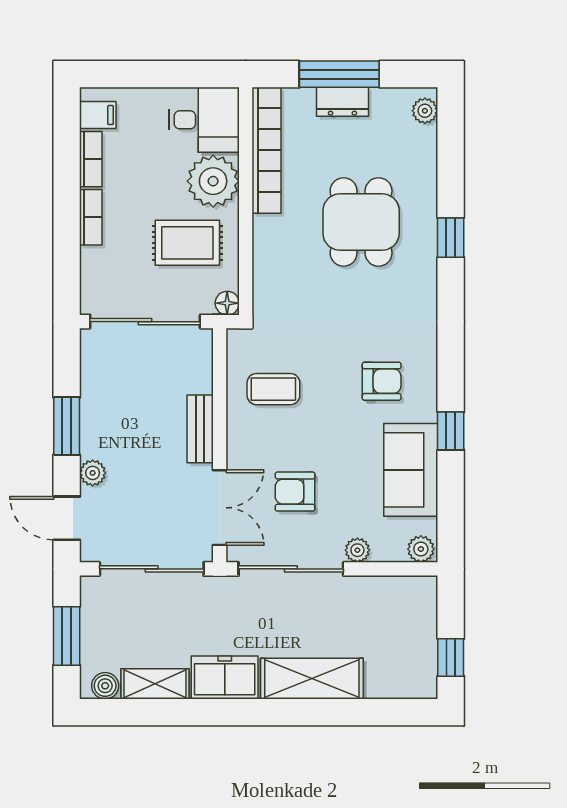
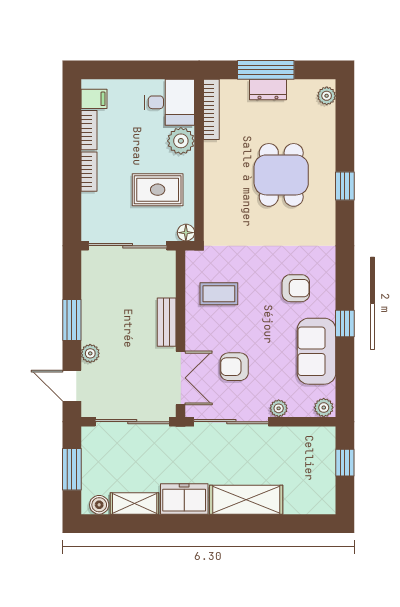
bookcase: (266, 150) -> (211, 109), width x0.68, depth x0.76
plant: (213, 181) -> (181, 141), width x0.73, depth x0.73
window: (451, 657) -> (345, 463), moved

